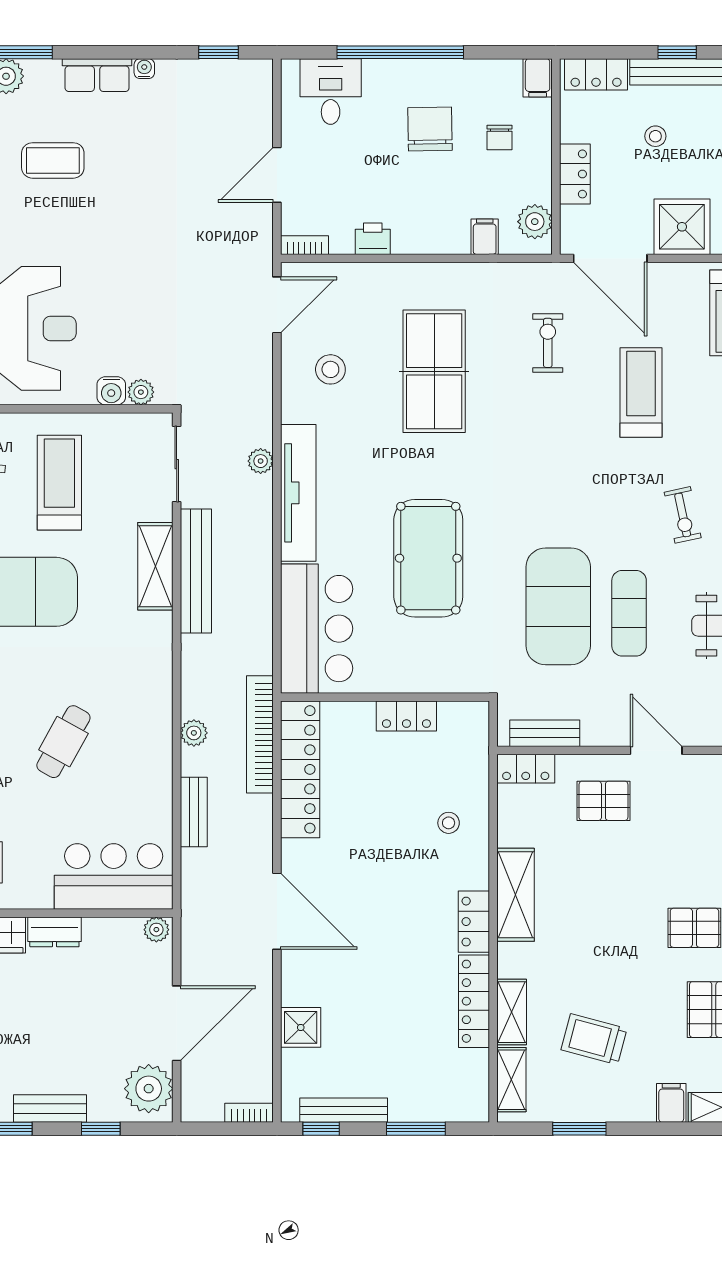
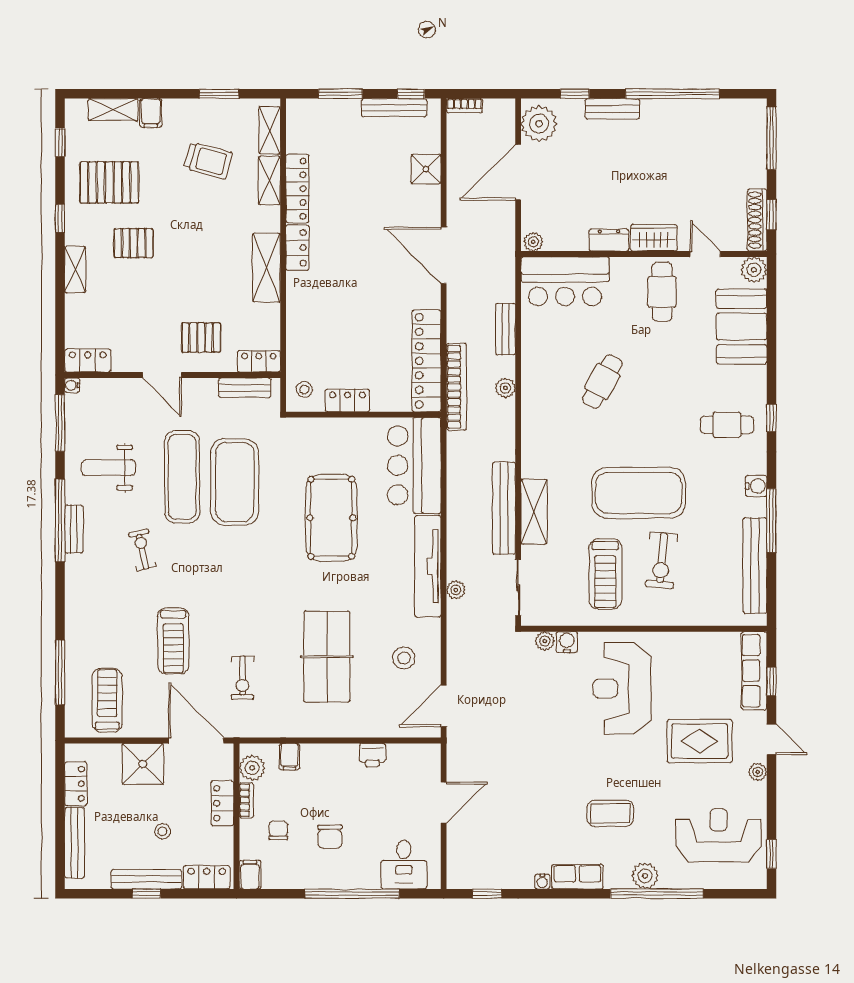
chair: (430, 129) -> (330, 837), width x0.73, depth x0.73
bookcase: (305, 245) -> (246, 800), moved, turned -90
exercise mat: (629, 613) -> (182, 477), width x1.36, depth x1.45
stool: (449, 823) -> (304, 390), moved

